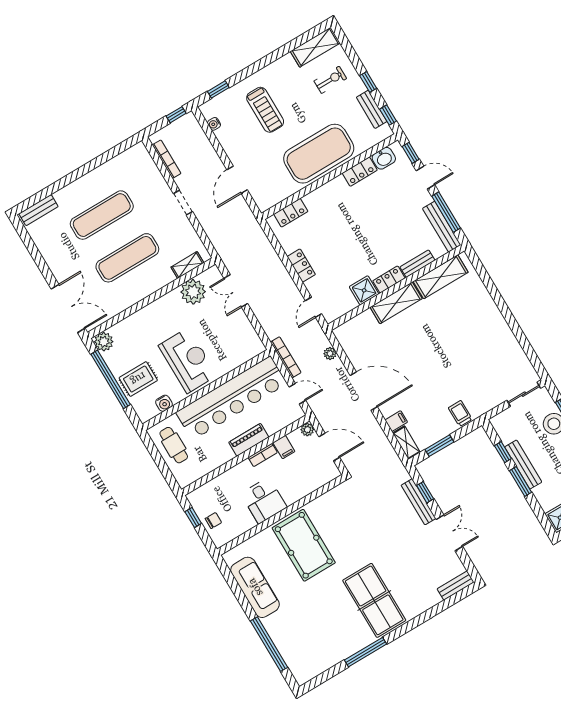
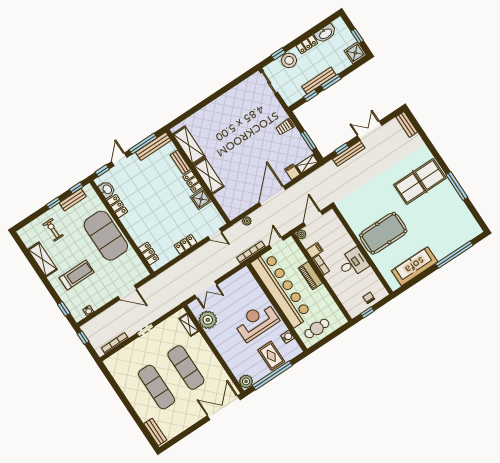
shelving: (315, 47) -> (43, 259), moved

